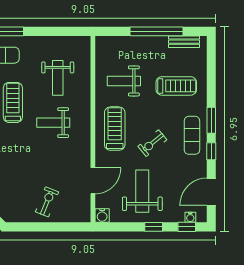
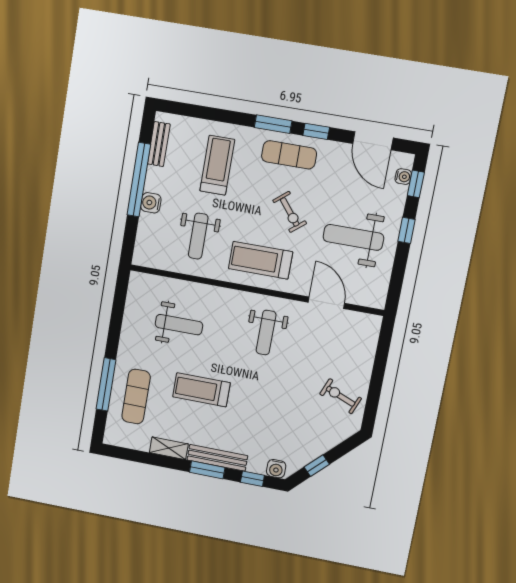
weight bench: (53, 123) -> (266, 333), moved
exercise bike: (47, 202) -> (341, 396), moved
water cooler: (102, 216) -> (151, 203), moved, turned 180

